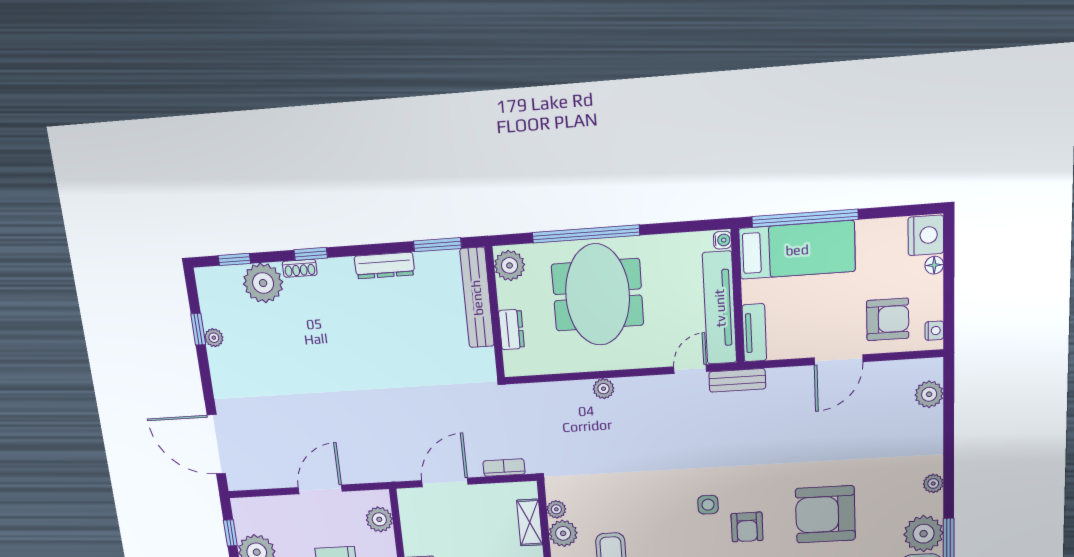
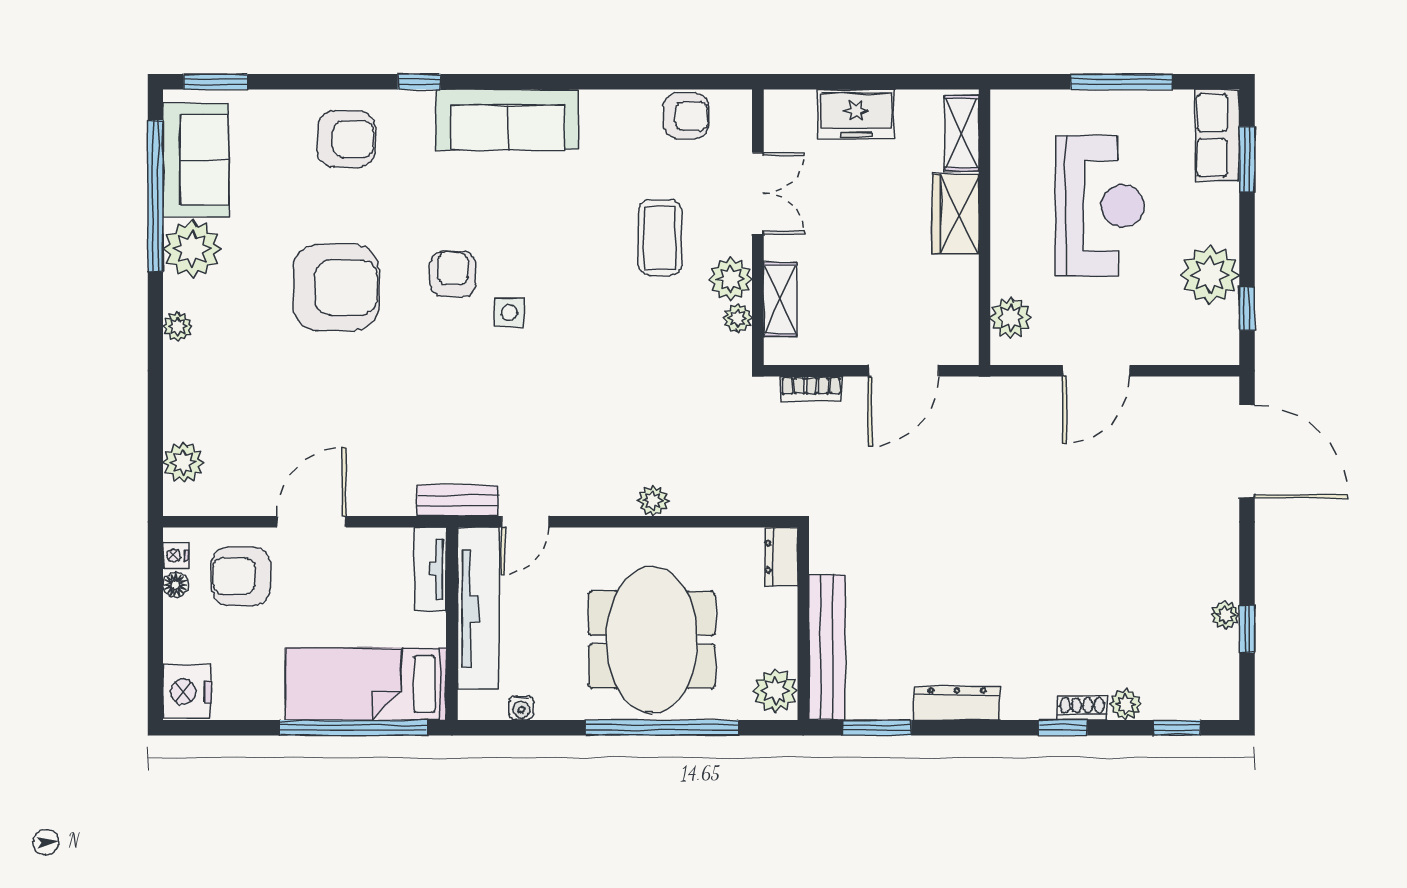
water cooler: (722, 240) -> (521, 708), moved, turned -90
floor lamp: (934, 265) -> (176, 585), moved
plant: (263, 283) -> (1126, 704), width x0.53, depth x0.53
dresser: (511, 330) -> (781, 557), moved

